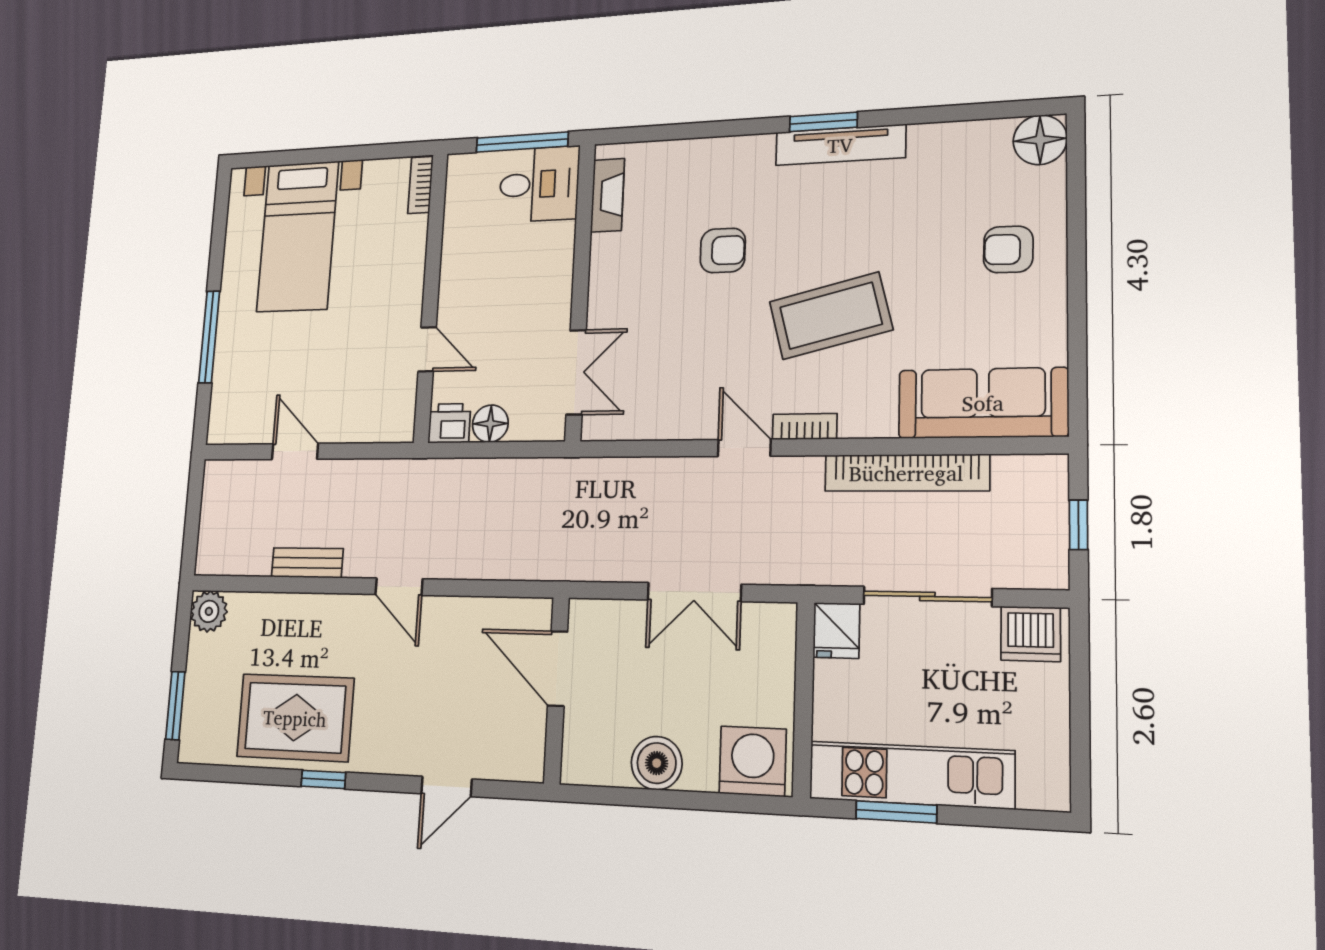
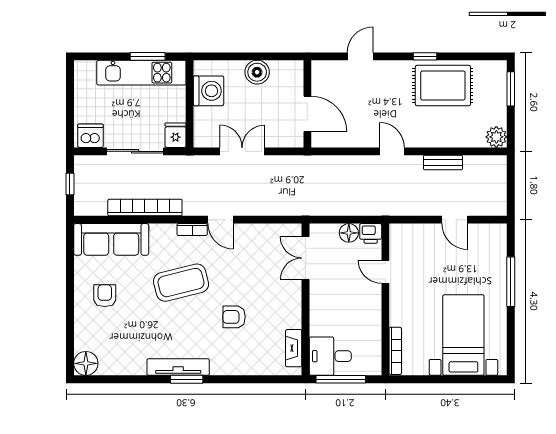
bookcase: (421, 185) -> (395, 351), width x1.56
armchair: (1008, 249) -> (105, 296), moved, turned -91
washing machine: (753, 761) -> (208, 91), moved, turned -90

